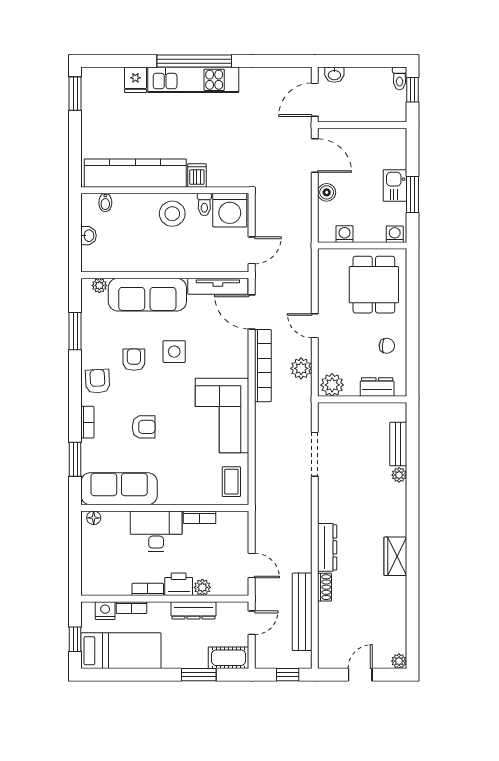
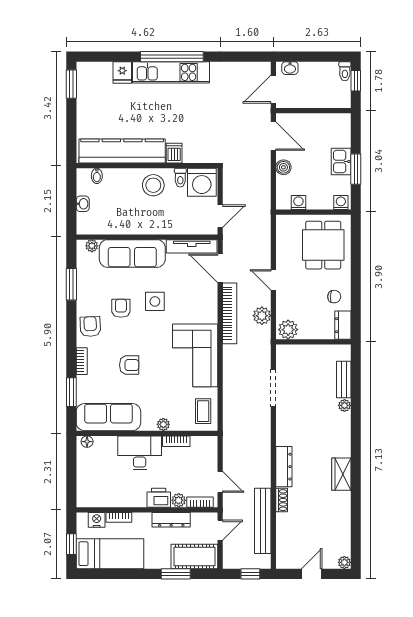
dresser: (377, 387) -> (343, 325), moved, turned -90
plant: (184, 497) -> (163, 424), added
bookcase: (148, 589) -> (200, 502), moved
cot: (229, 658) -> (194, 556), width x1.37, depth x1.34

